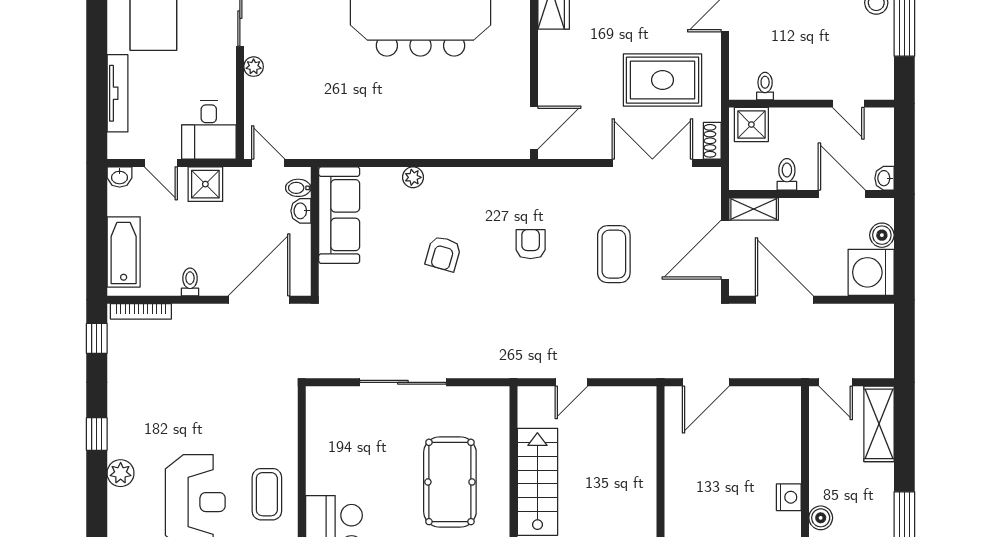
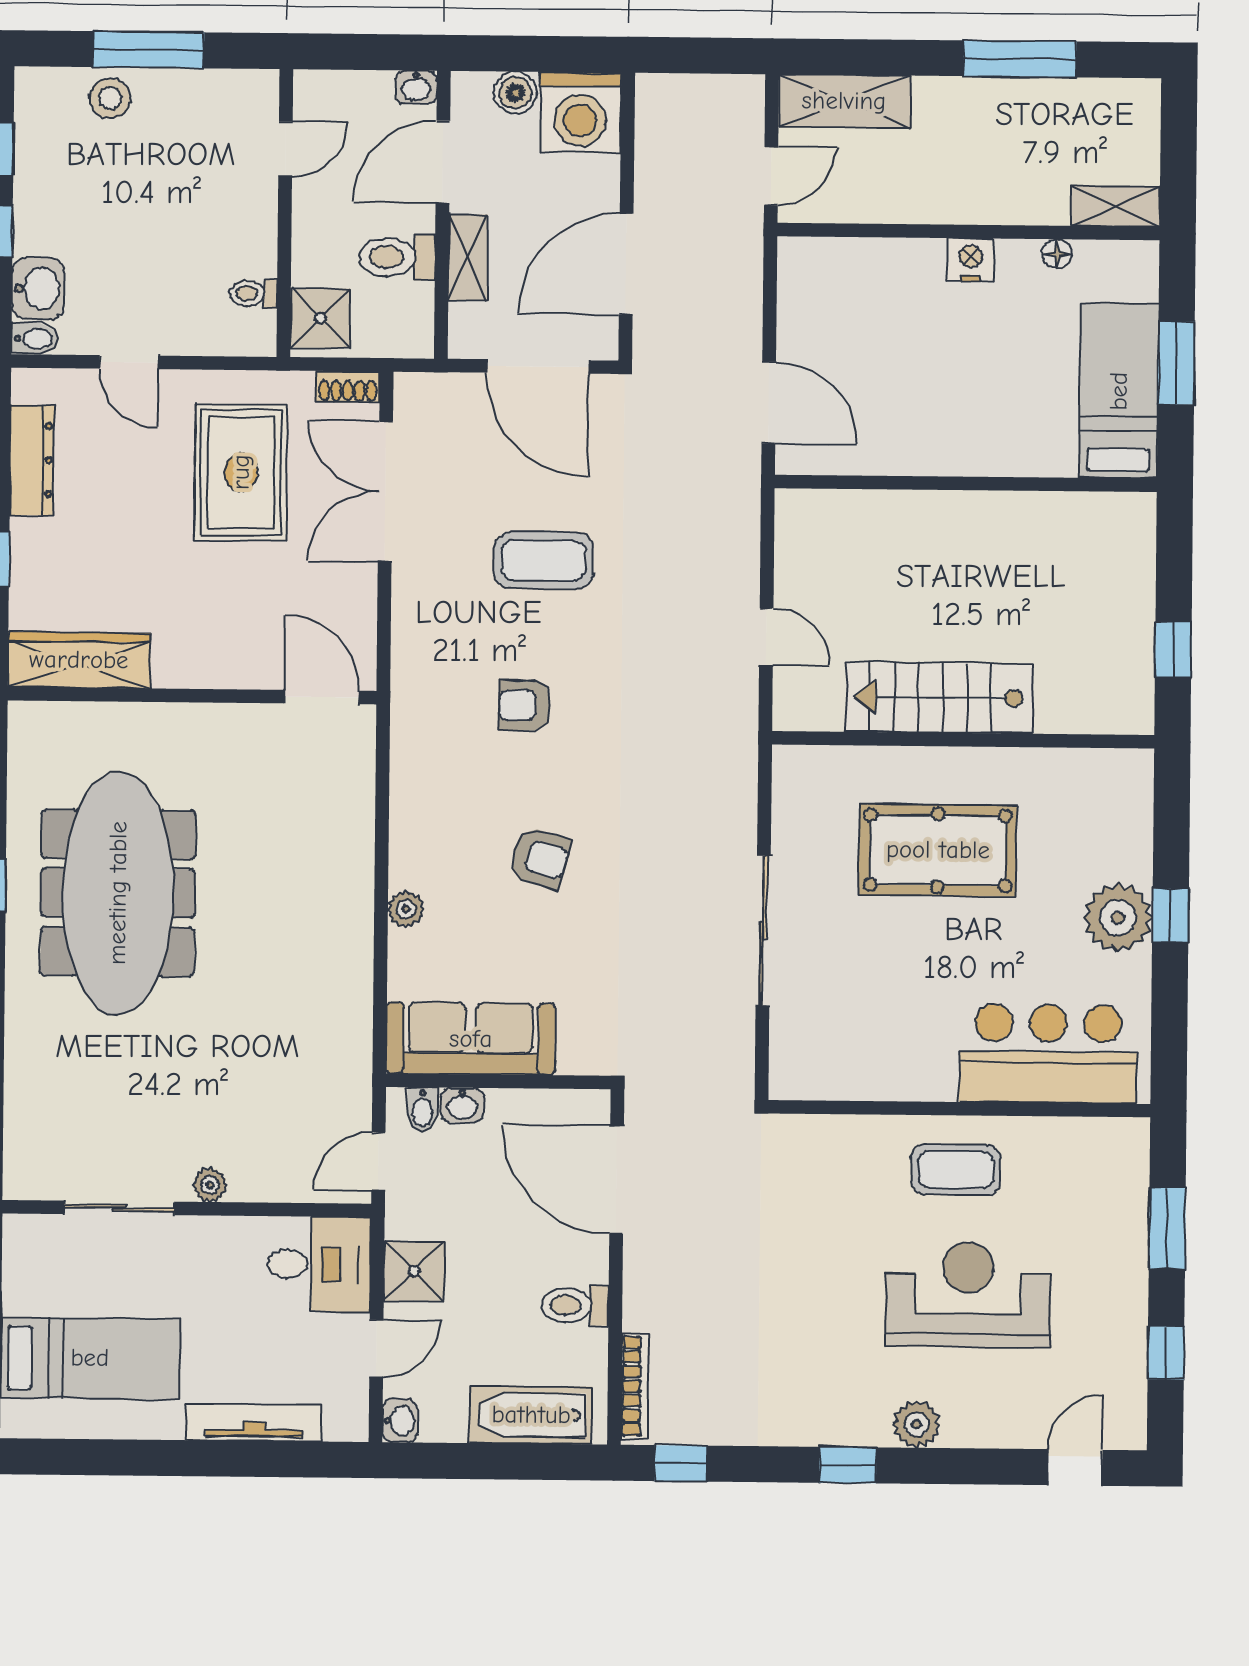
toilet: (787, 174) -> (397, 257), width x1.37, depth x1.39
shelving: (754, 209) -> (468, 257), moved
toilet: (190, 282) -> (575, 1305), width x1.37, depth x1.39
boiler: (821, 518) -> (1007, 205), removed

